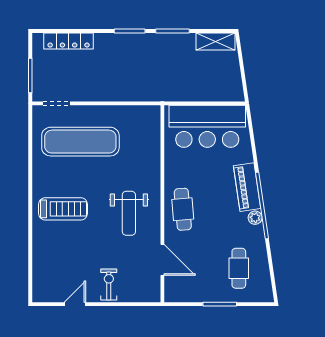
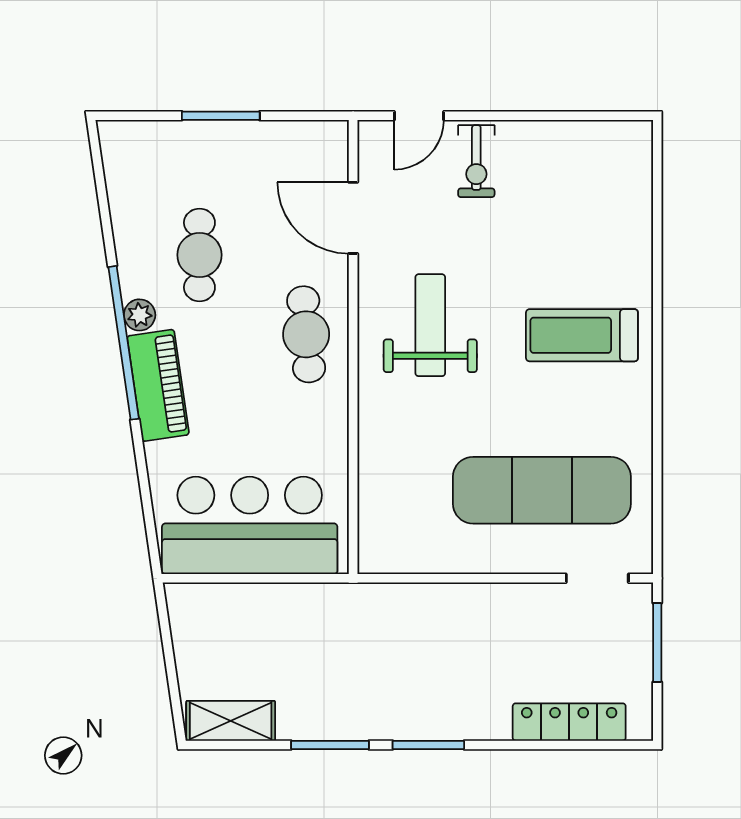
cafe table: (239, 268) -> (199, 255), moved
door: (75, 304) -> (419, 116), moved

